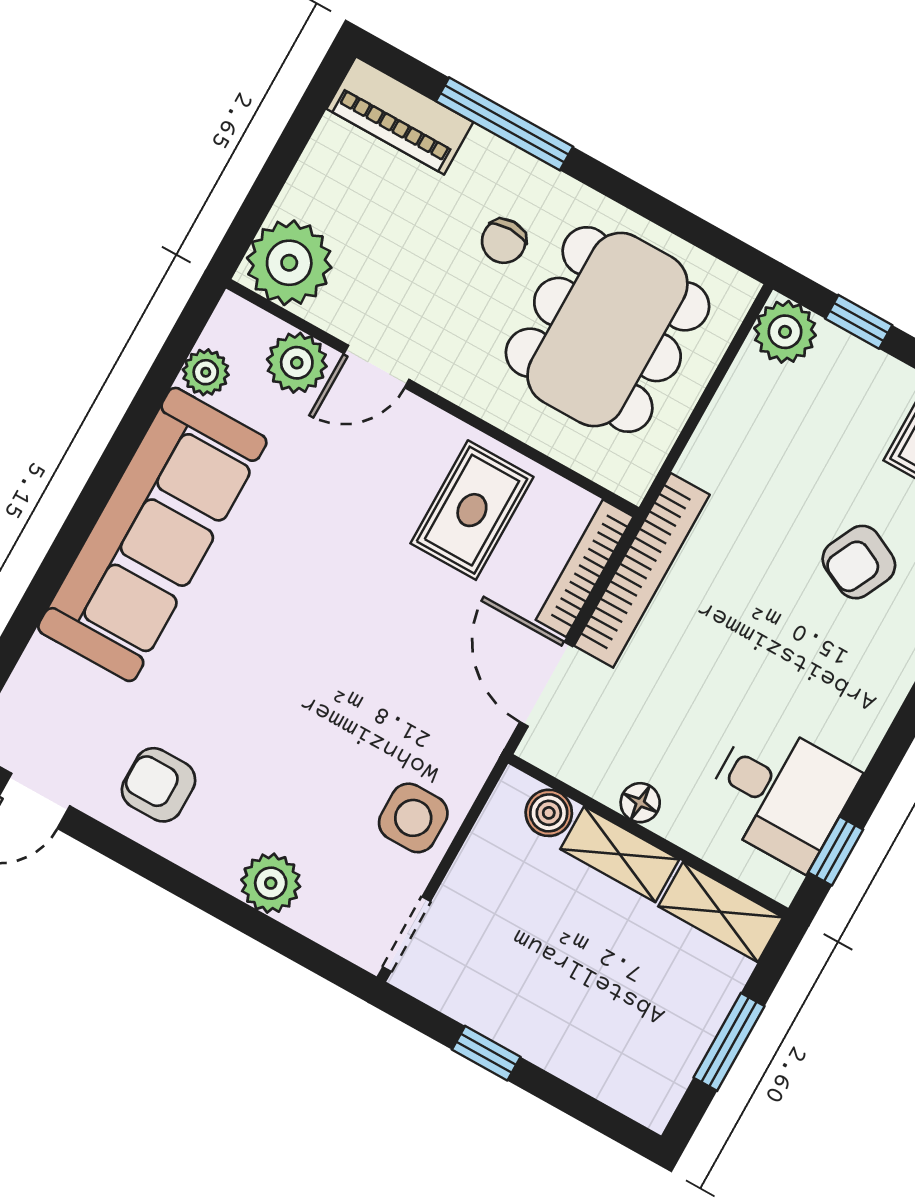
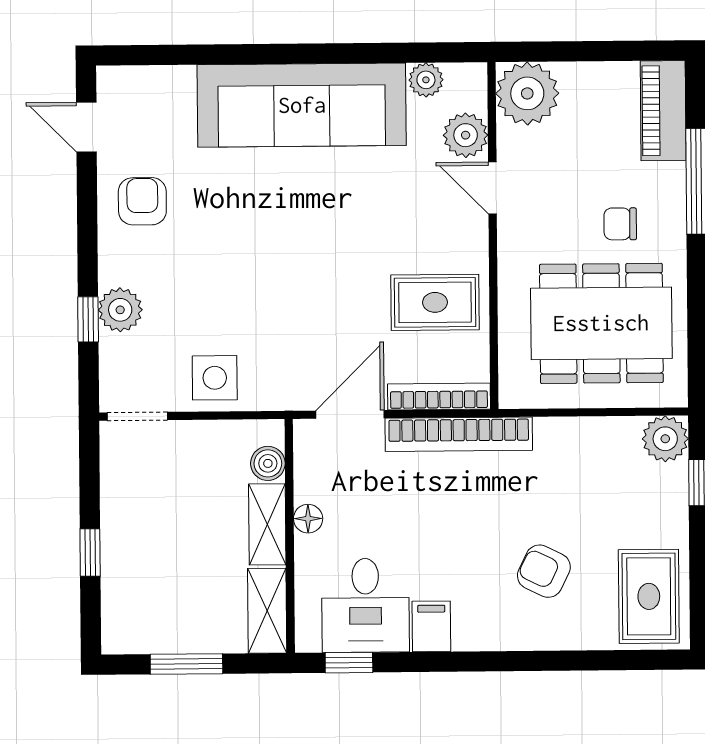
filing cabinet: (848, 730) -> (431, 626), added
window: (260, 927) -> (88, 319), added
window: (486, 1053) -> (90, 552), moved

